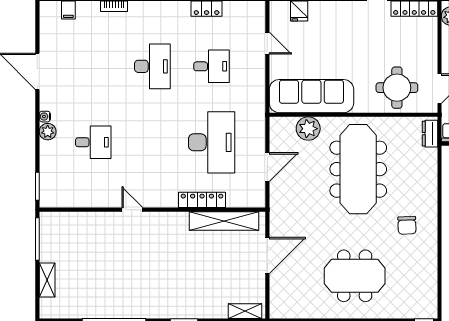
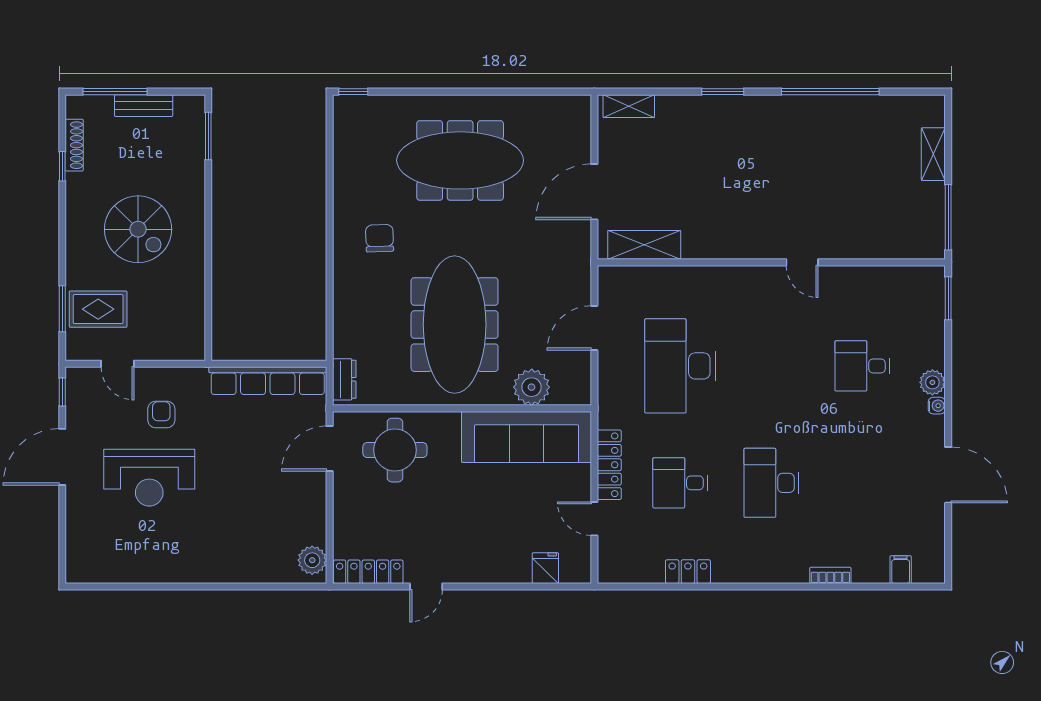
locker: (202, 200) -> (609, 465), moved, turned -90
shelving: (224, 221) -> (644, 245), width x0.68
meeting table: (355, 276) -> (460, 160), width x1.36

